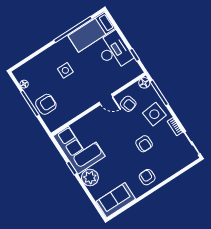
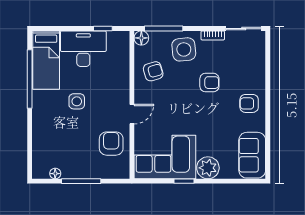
side table: (65, 70) -> (77, 101), moved
door: (106, 99) -> (132, 114), moved
armchair: (46, 104) -> (111, 144), moved

